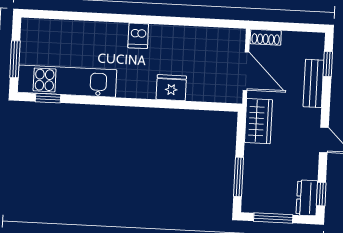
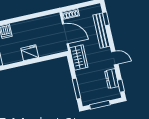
bench: (313, 83) -> (101, 31), width x1.36
dresser: (307, 198) -> (112, 79), moved

